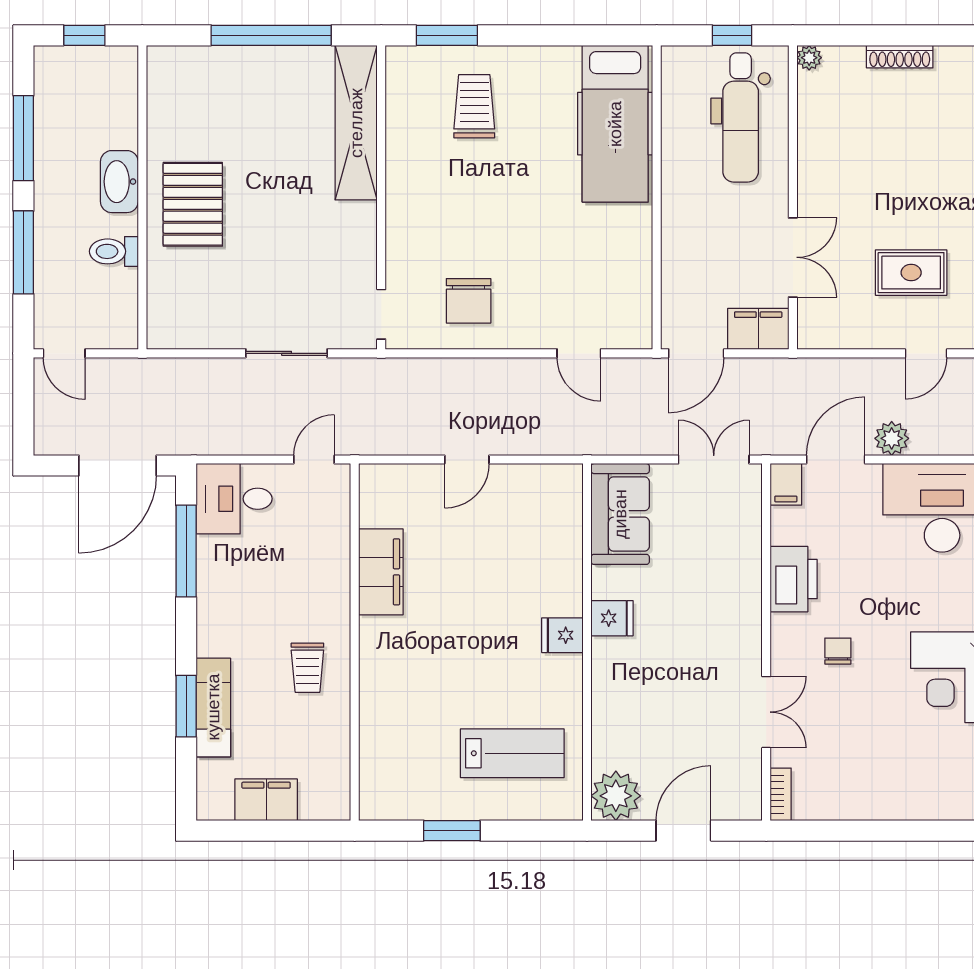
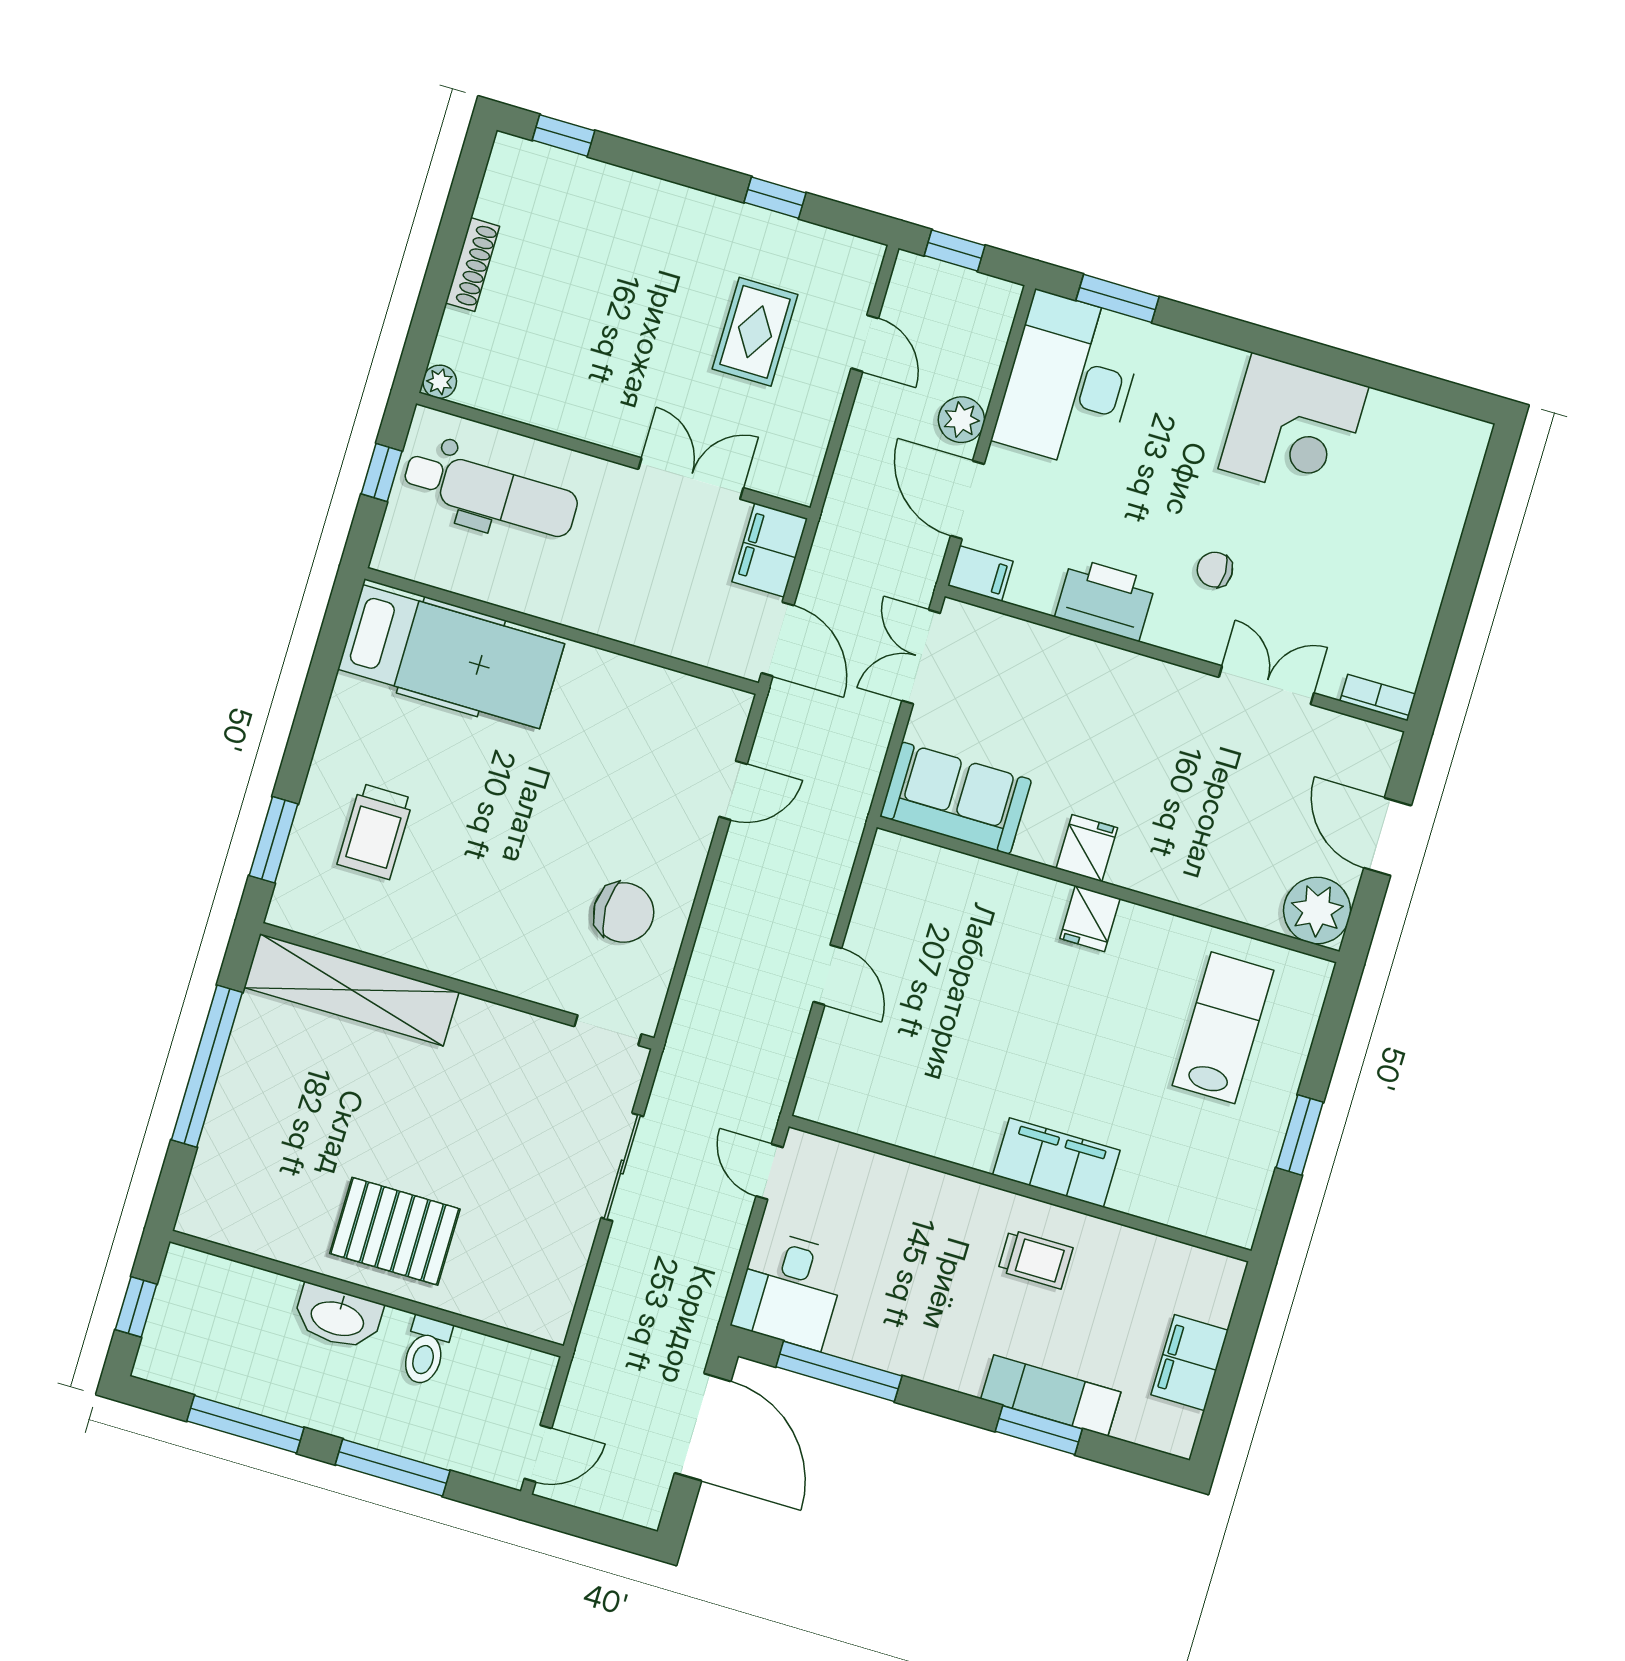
trolley: (474, 106) -> (375, 831), turned -90
filing cabinet: (381, 572) -> (1056, 1163), moved

